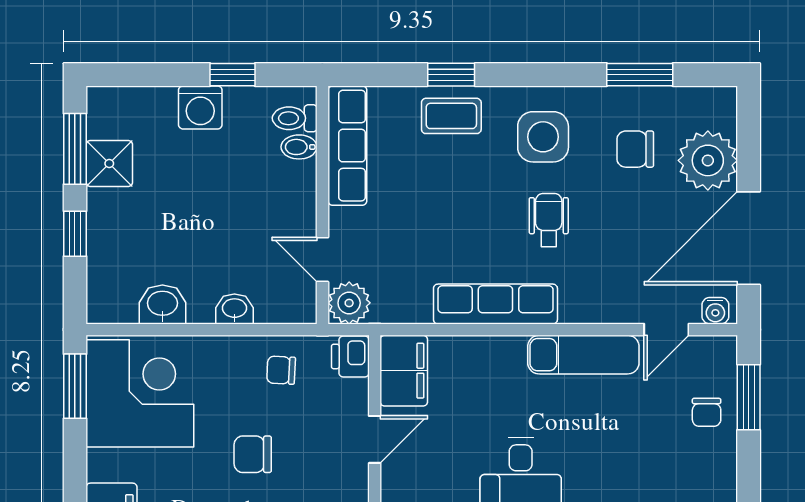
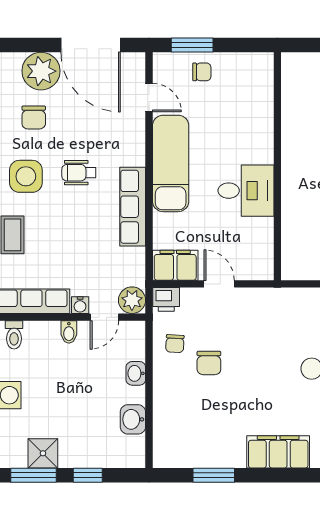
bidet: (299, 147) -> (69, 332), moved
water cooler: (715, 311) -> (80, 305), moved, turned 90
exam couch: (583, 355) -> (171, 163), width x1.36, depth x1.45
window: (75, 386) -> (214, 475), moved
corner desk: (140, 393) -> (190, 434), removed
chair: (253, 454) -> (209, 363), moved

